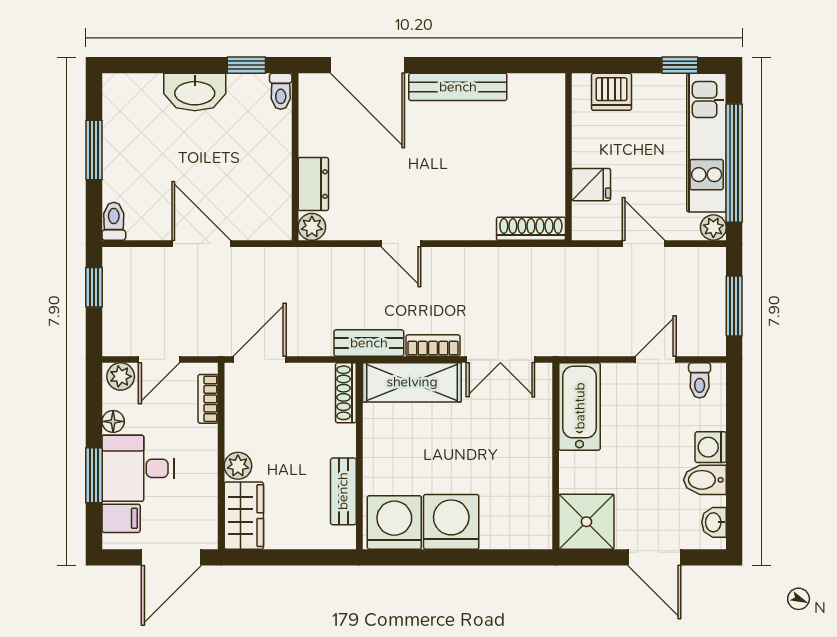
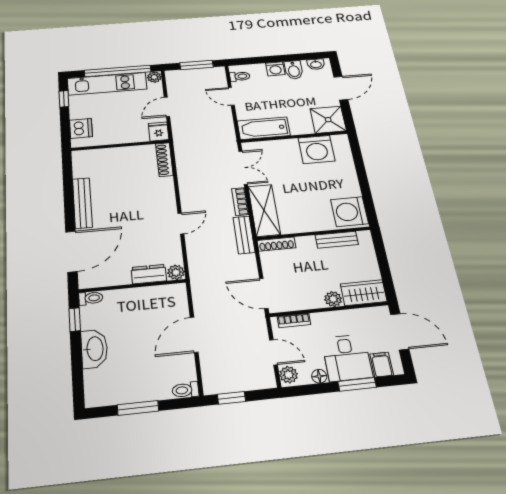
fridge: (591, 185) -> (159, 132), moved
washing machine: (451, 522) -> (317, 149), moved, turned -90

